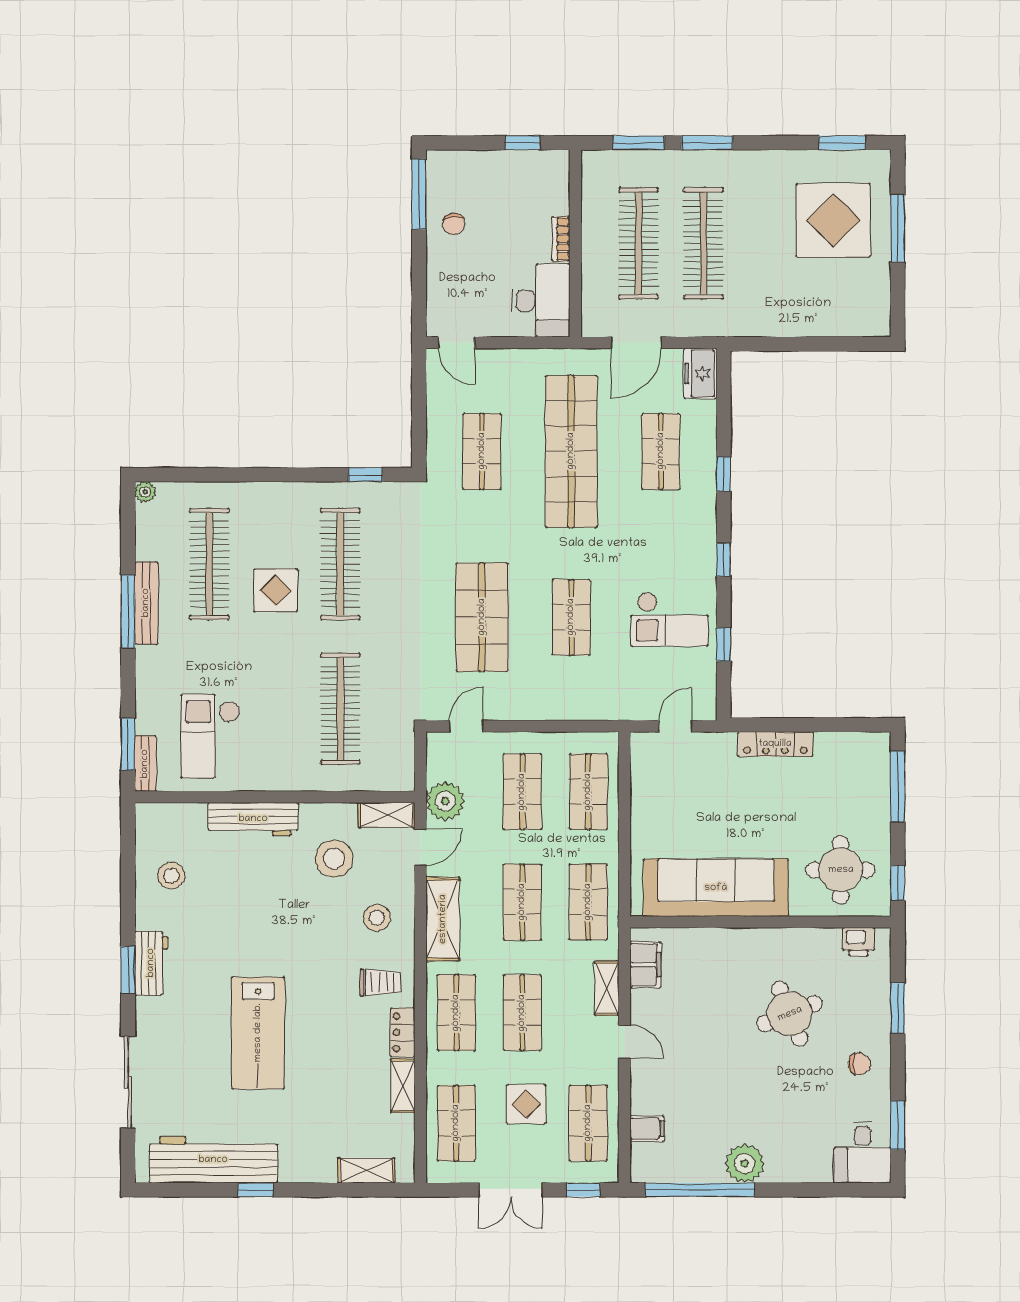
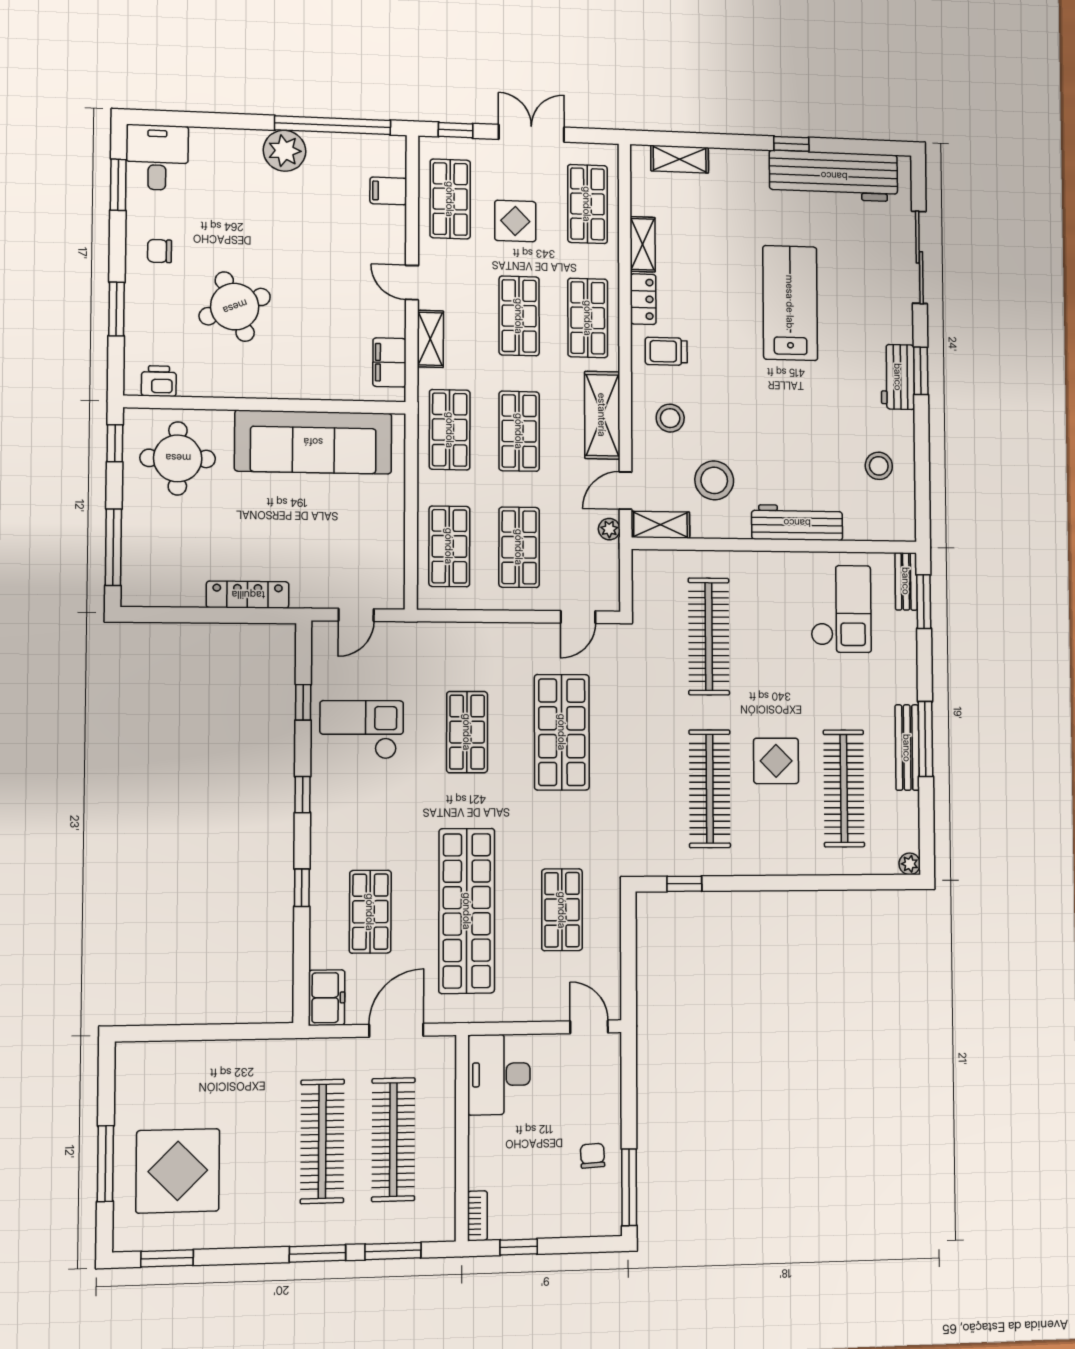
bookcase: (561, 239) -> (477, 1216), moved
plant: (445, 801) -> (609, 529), width x0.53, depth x0.53

